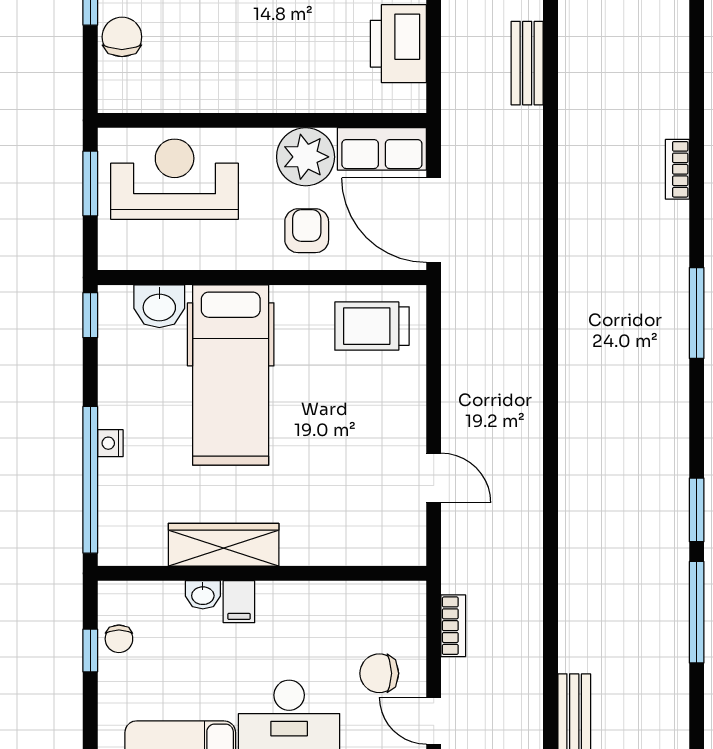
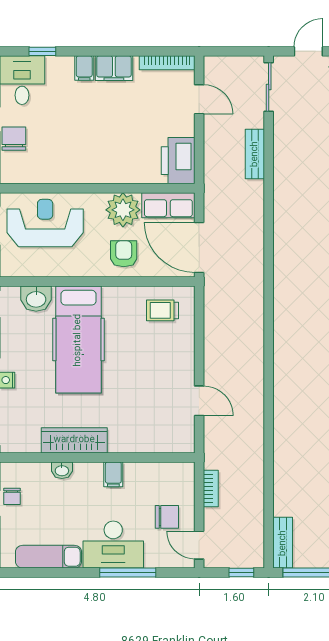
printer: (398, 44) -> (178, 161), moved
trolley: (372, 326) -> (162, 310), width x0.73, depth x0.72
filing cabinet: (239, 602) -> (113, 474), moved
chair: (379, 673) -> (167, 517), turned 180

